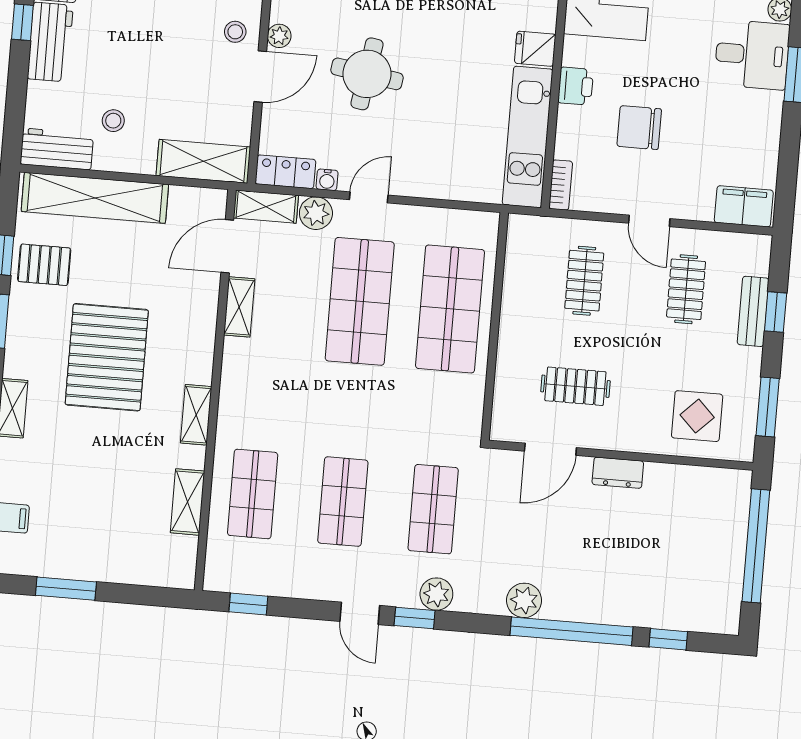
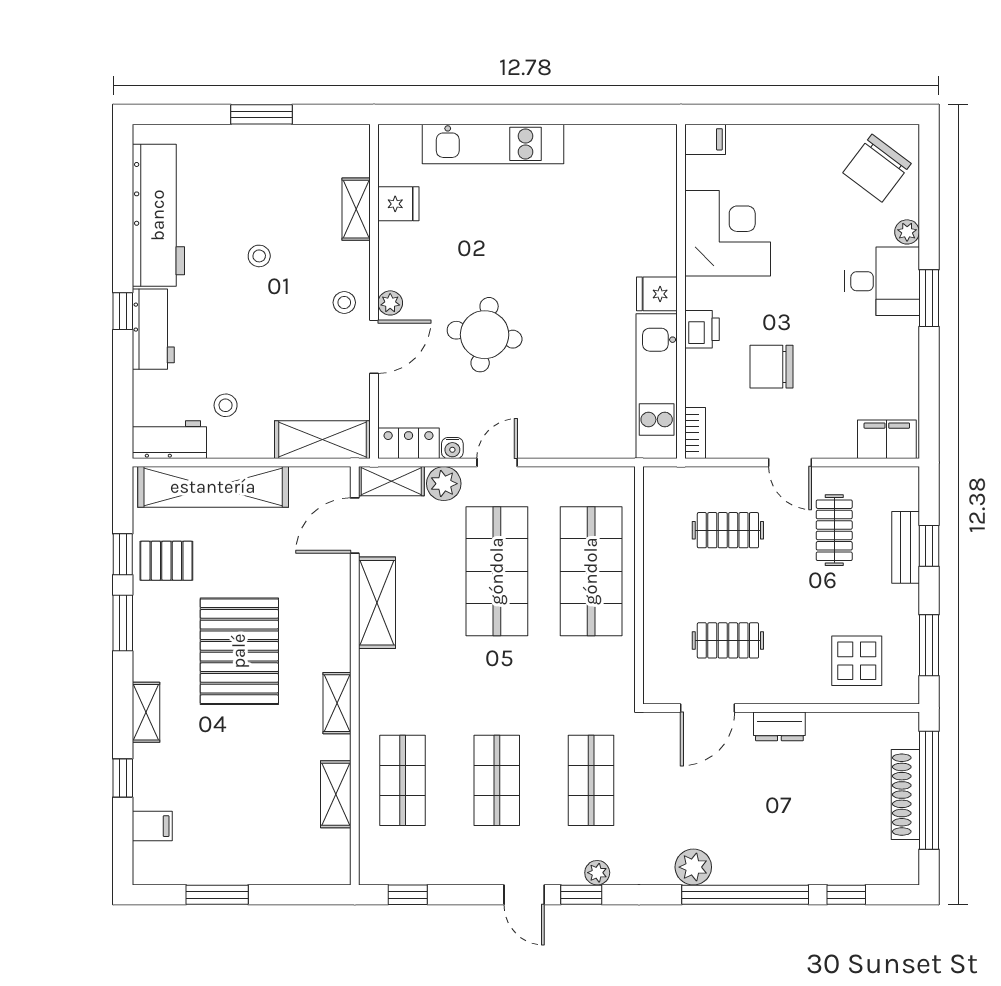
clothes rail: (584, 281) -> (728, 530), turned 90
shelving: (239, 307) -> (377, 603), width x1.50, depth x1.33
shoe rack: (733, 548) -> (905, 795), added
plant: (436, 594) -> (597, 873), width x0.73, depth x0.73

